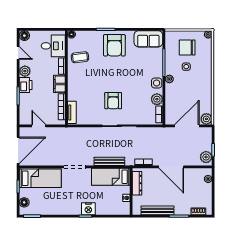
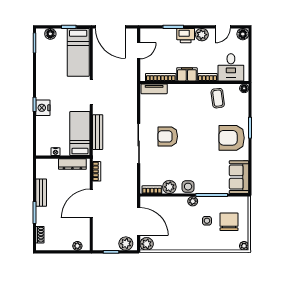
plant: (206, 157) -> (126, 244), moved
bench: (157, 210) -> (41, 193), width x0.73

